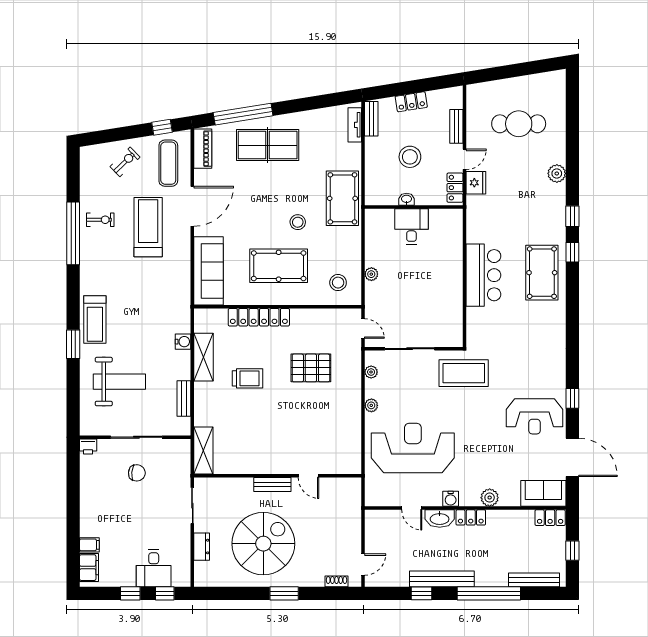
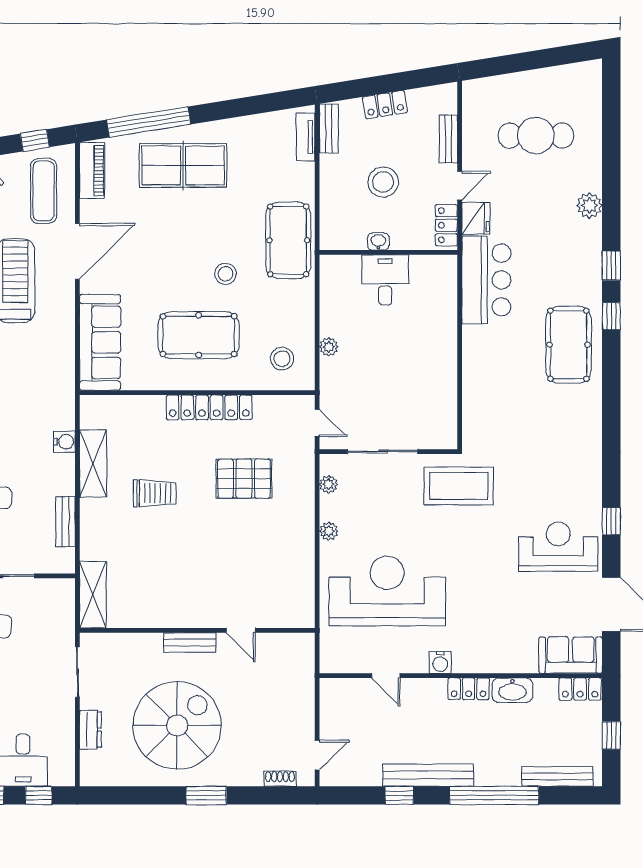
bar counter: (483, 275) -> (486, 280), moved
locker: (259, 317) -> (209, 407), moved
reception desk: (535, 416) -> (558, 547), turned 180
plant: (490, 498) -> (495, 661), removed
washbasin: (440, 519) -> (512, 690), moved

